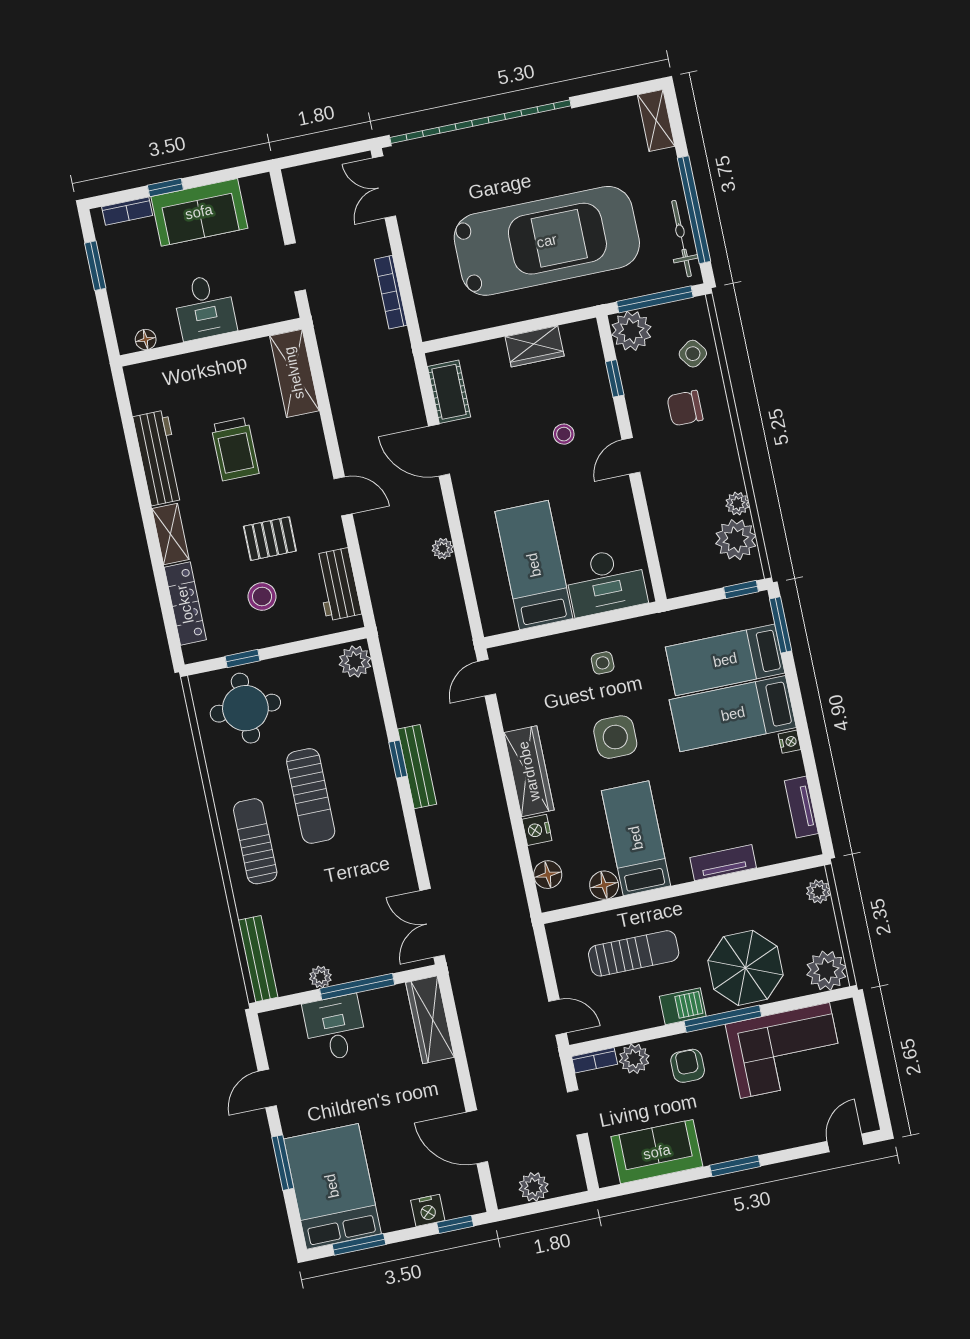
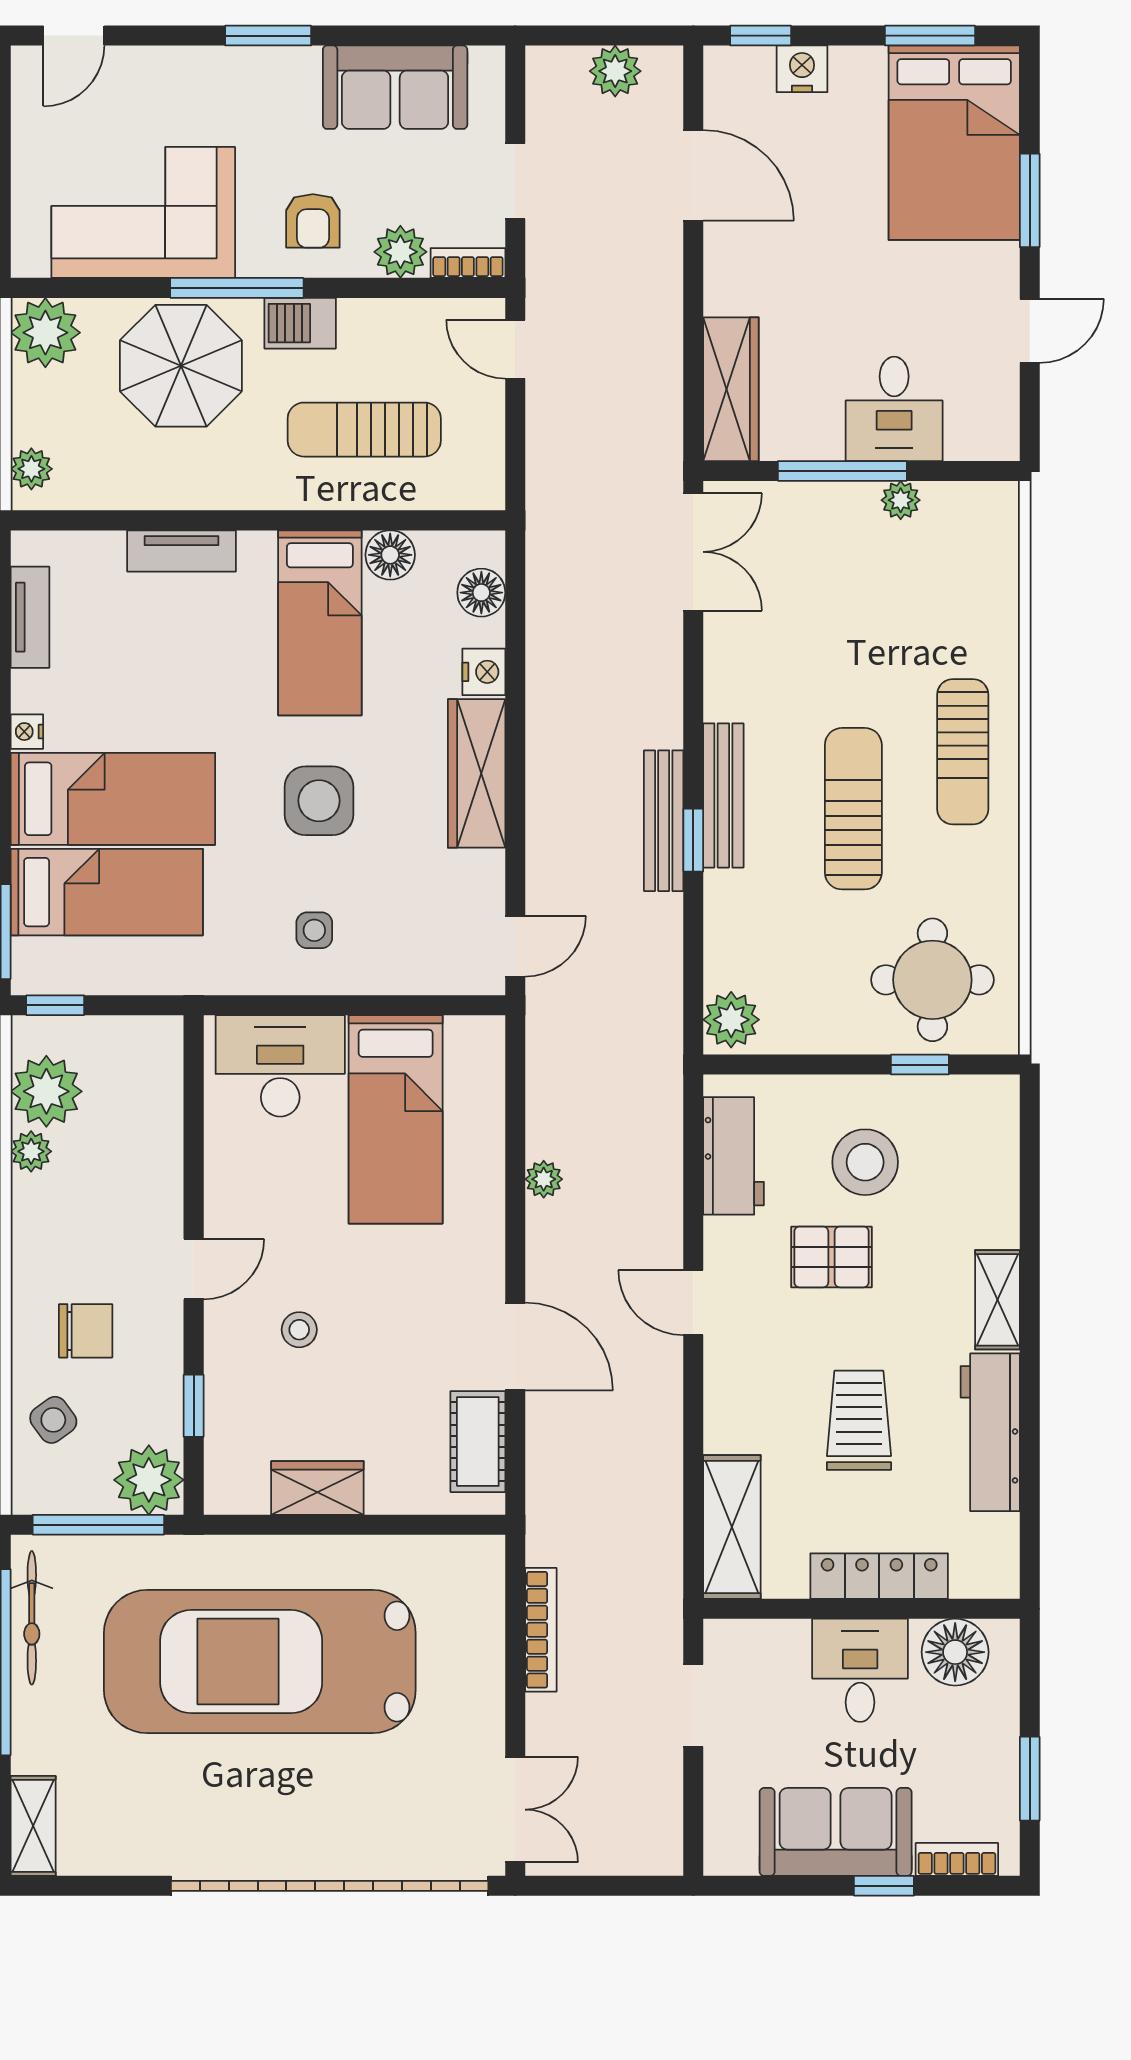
floor lamp: (146, 340) -> (955, 1652), width x1.89, depth x1.89
stool: (262, 596) -> (865, 1162), width x1.38, depth x1.38
locker: (185, 604) -> (879, 1576), moved, turned 90
bench: (258, 959) -> (723, 795), moved

